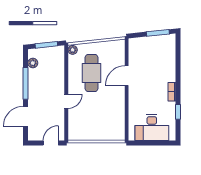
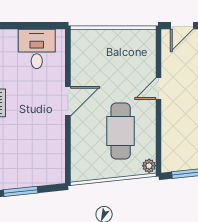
door: (127, 76) -> (68, 101), moved
desk: (152, 128) -> (37, 49), width x0.73

